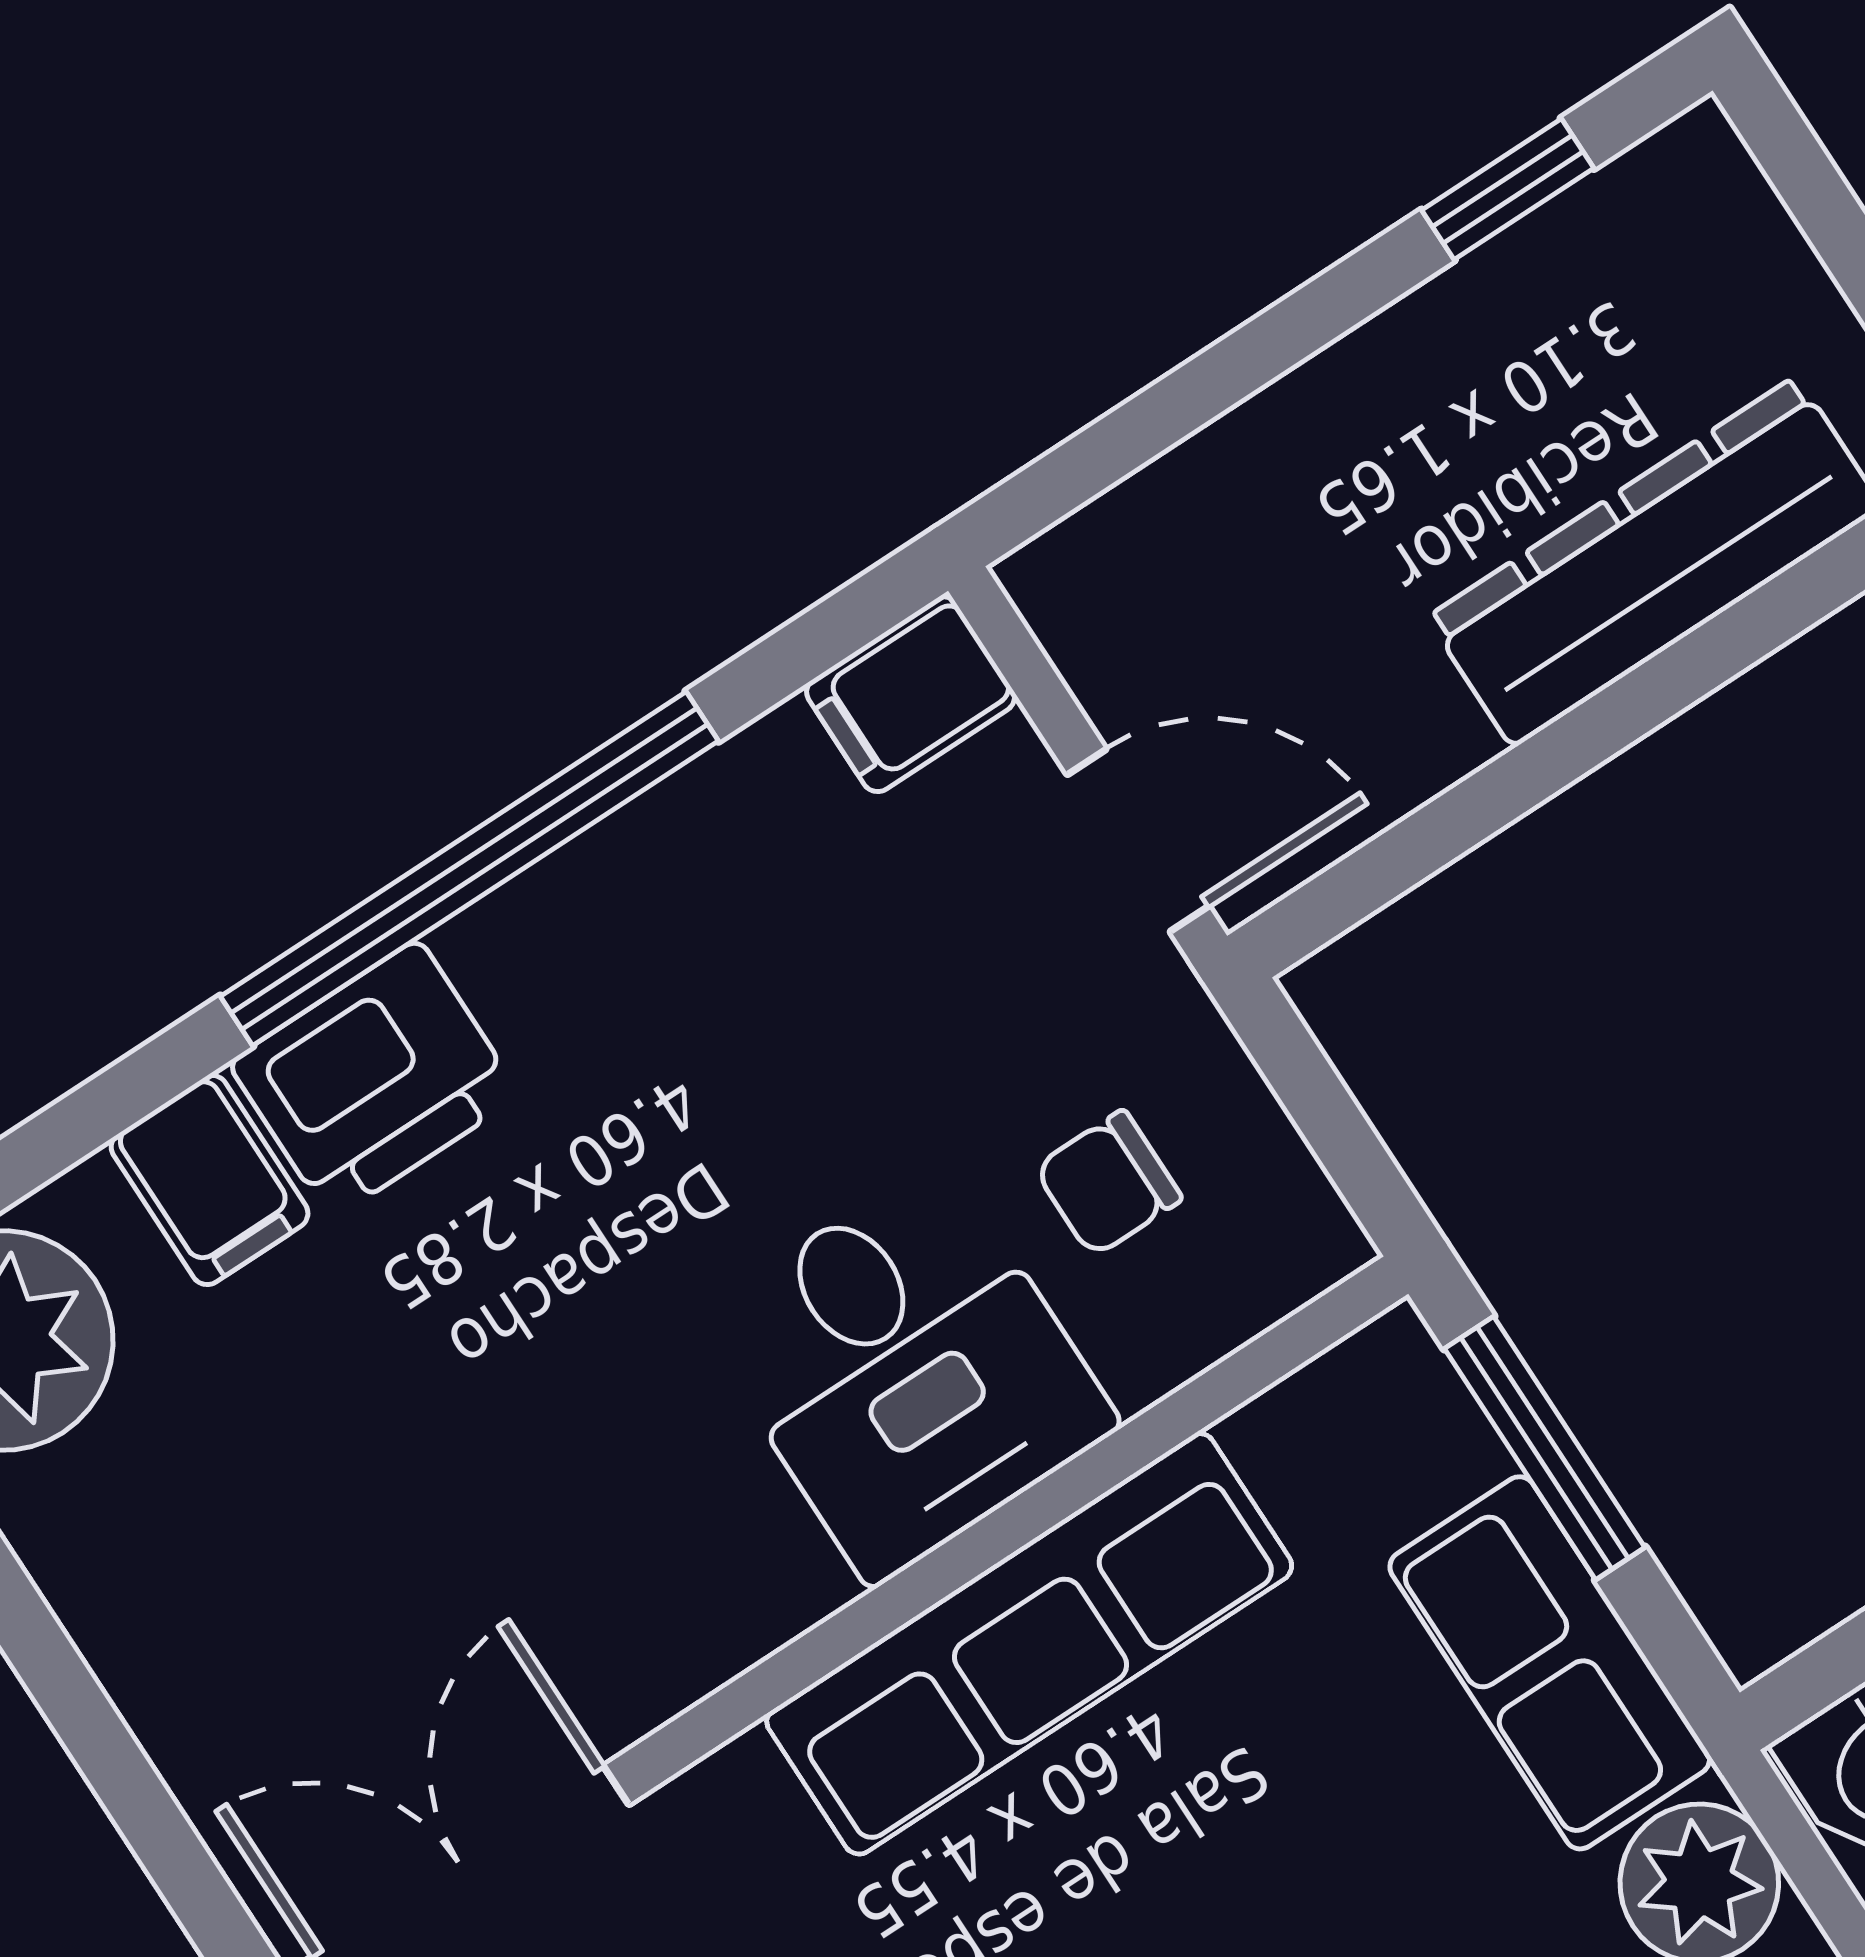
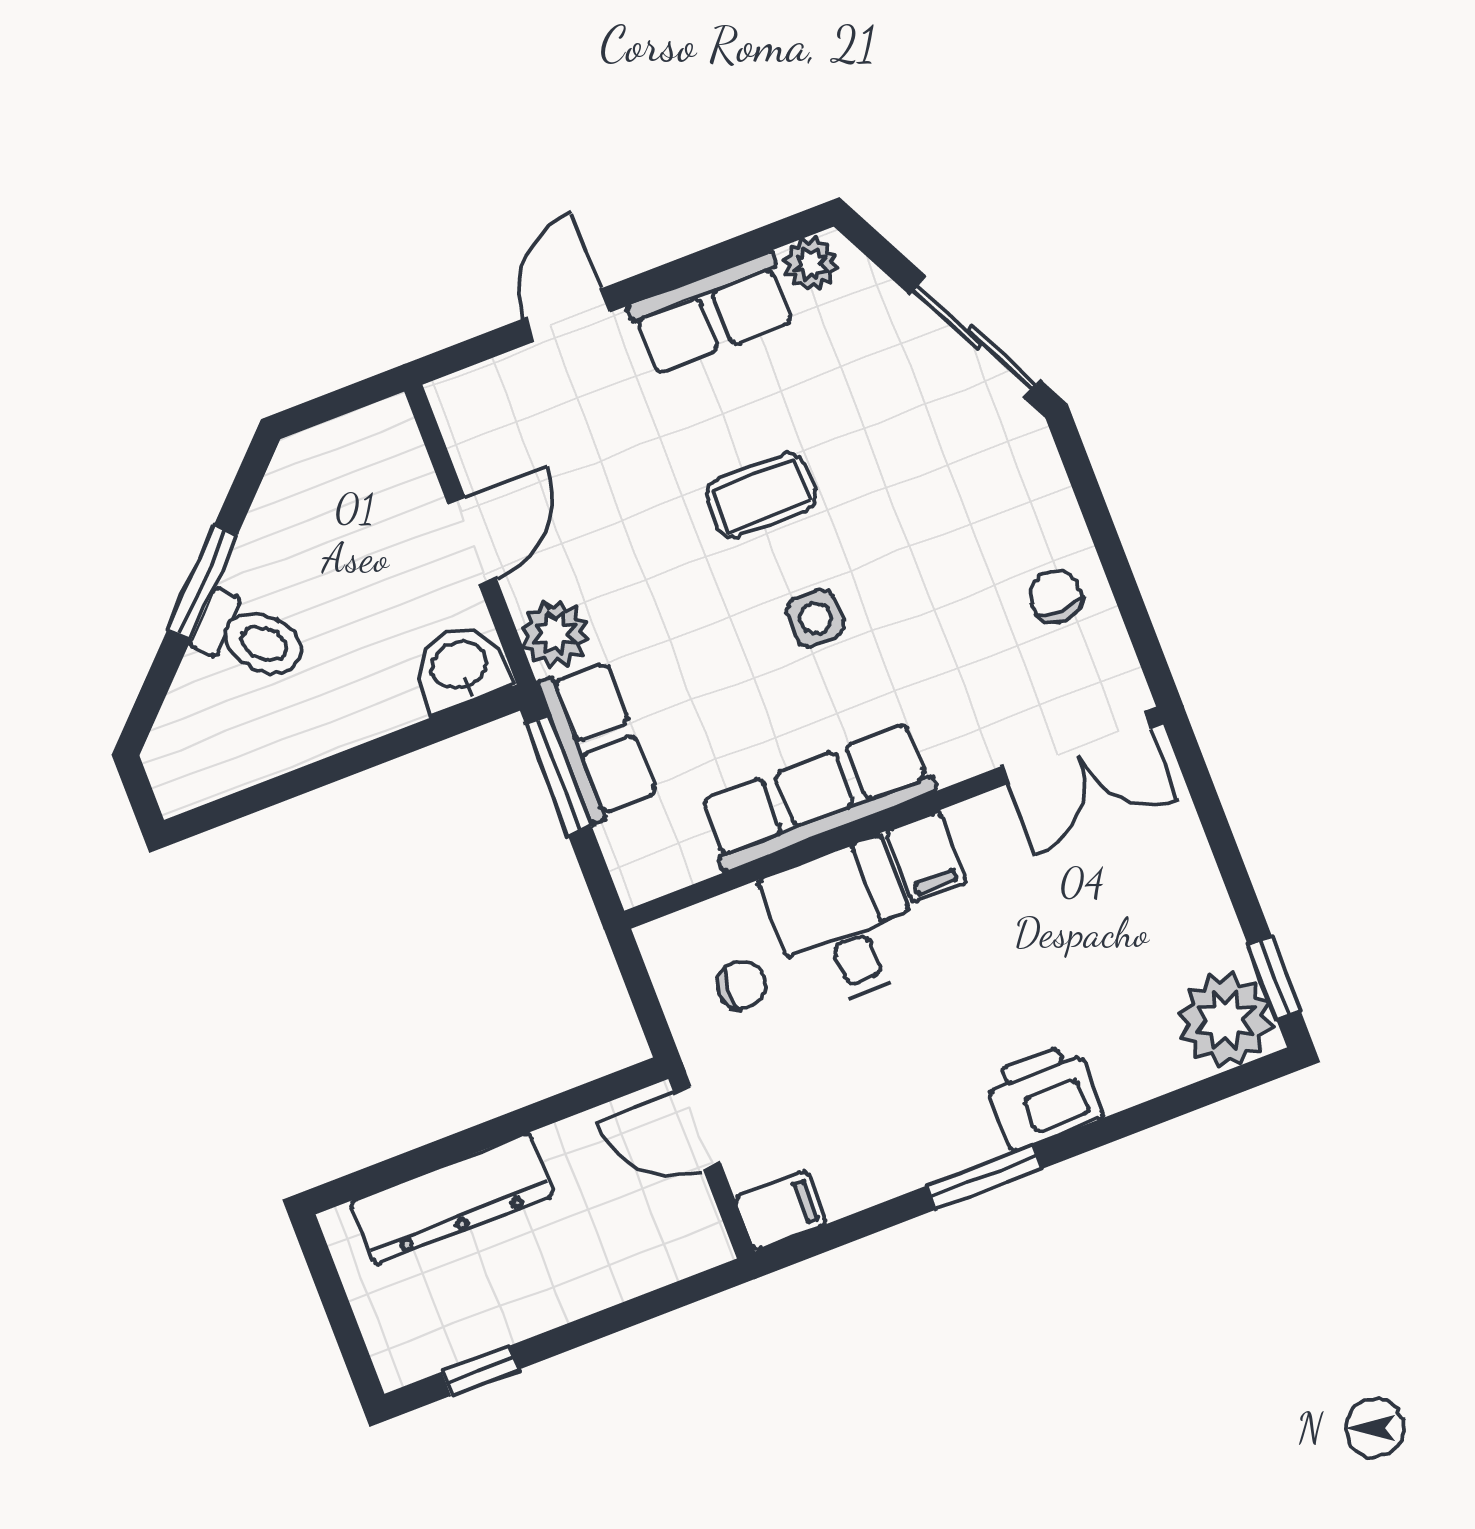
window: (469, 869) -> (984, 1177), width x0.47
filing cabinet: (210, 1180) -> (926, 857), moved, turned 180
window: (1545, 1448) -> (558, 775), moved

